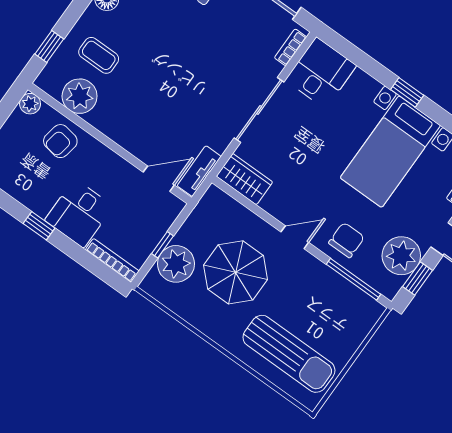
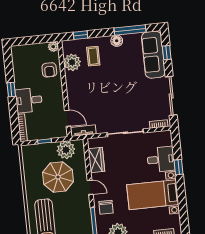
desk: (321, 73) -> (161, 159), moved
window: (407, 92) -> (179, 167), moved
armchair: (60, 141) -> (49, 70), turned -100
wardrobe: (244, 179) -> (96, 160), moved
chair: (347, 240) -> (106, 207), turned 90
plant: (176, 264) -> (66, 150), moved

